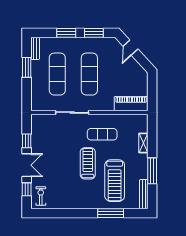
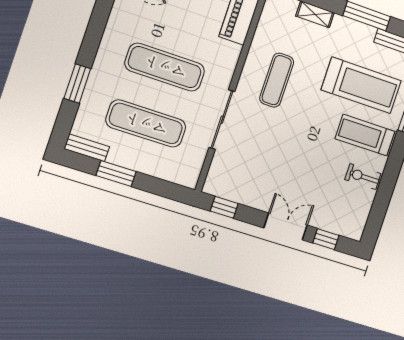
window: (94, 33) -> (94, 34), removed
window: (27, 141) -> (224, 207), moved
treadmill: (88, 163) -> (365, 135), moved
exercise bike: (41, 196) -> (363, 177), moved

